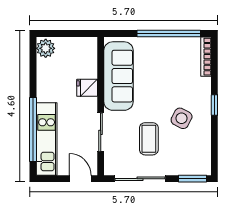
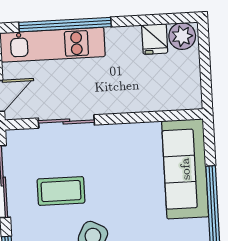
sofa: (118, 76) -> (185, 169), moved, turned 90
fridge: (87, 88) -> (155, 39), moved, turned 180

